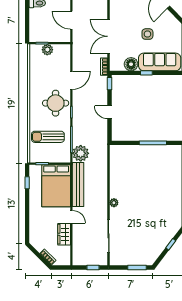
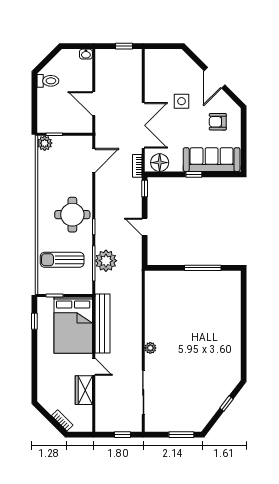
side table: (147, 34) -> (182, 101), moved
armchair: (164, 34) -> (218, 122), added
double door: (109, 36) -> (143, 125), swing flipped
plant: (47, 50) -> (45, 143), moved
floor lamp: (131, 64) -> (160, 163), moved
door: (71, 80) -> (94, 160), moved
plant: (81, 153) -> (106, 261), moved

